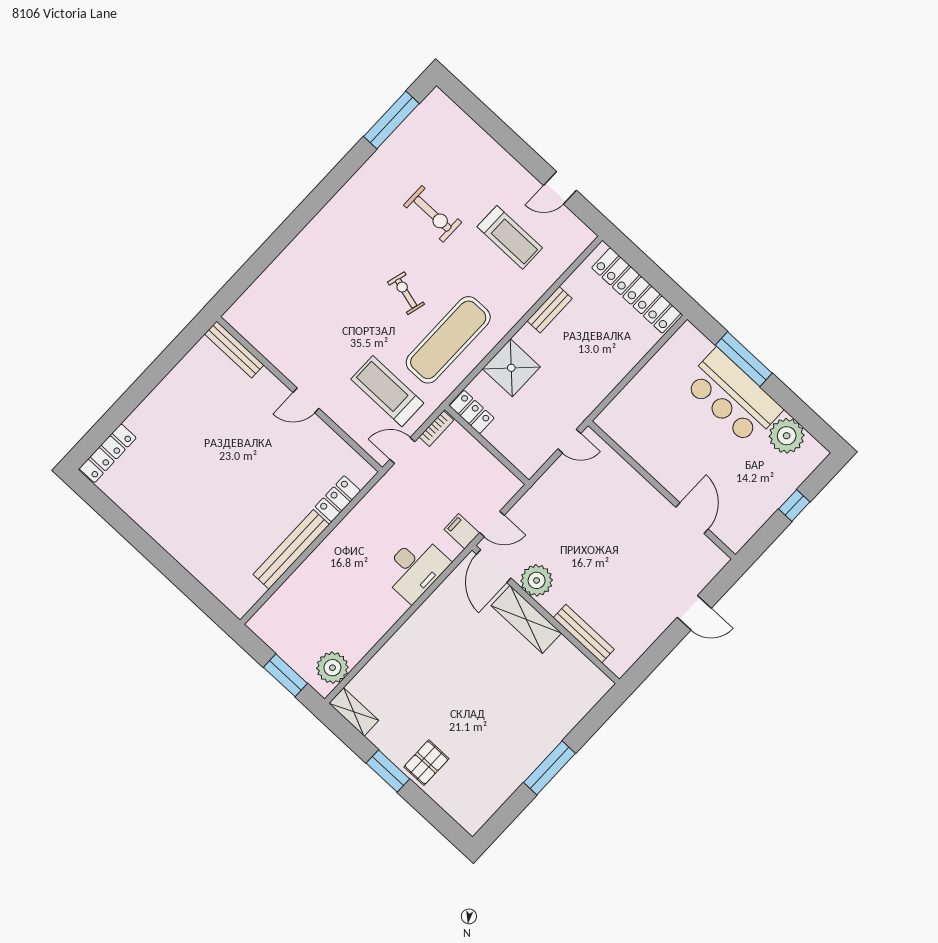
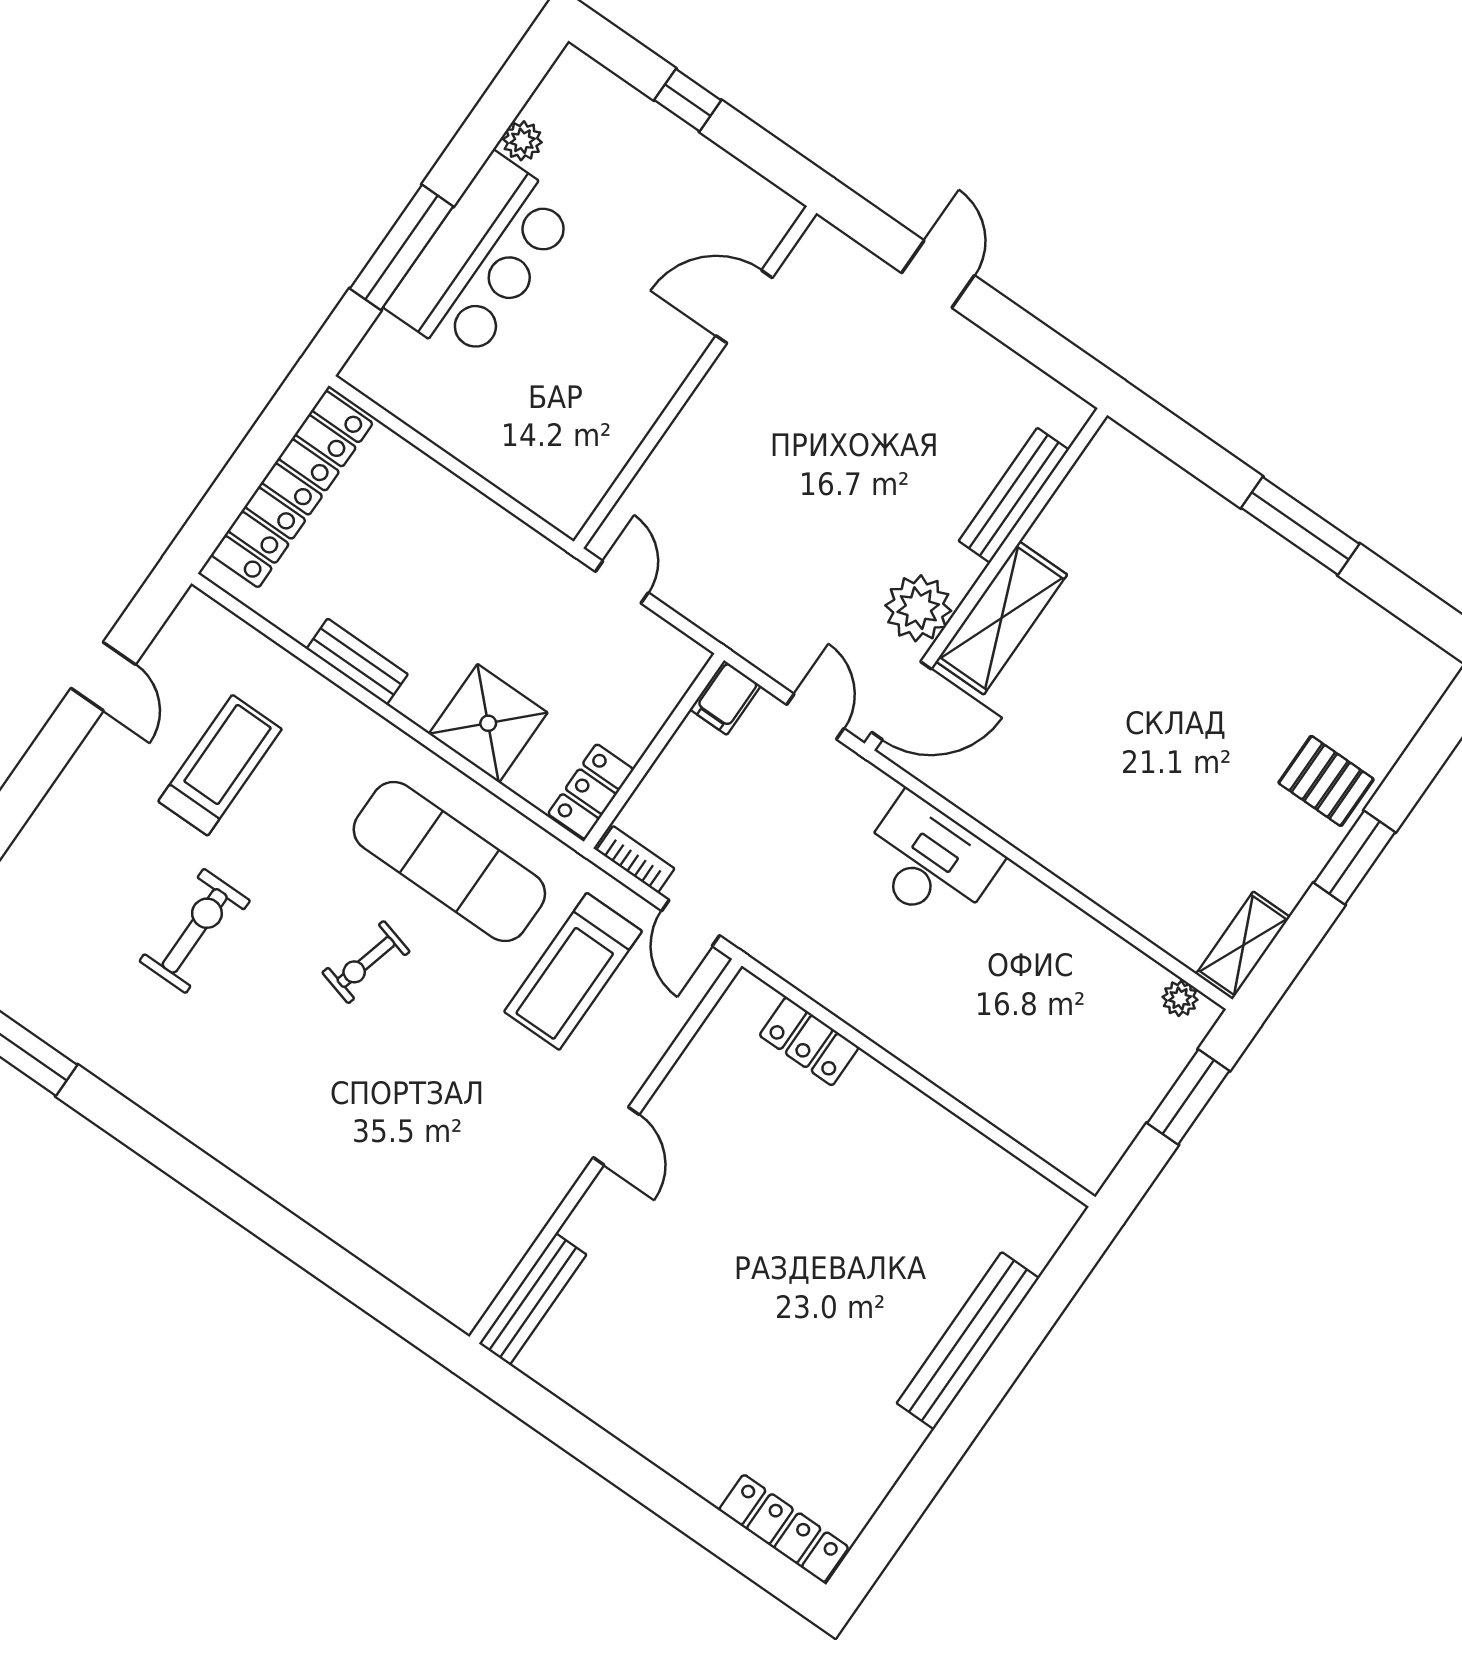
plant: (787, 436) -> (522, 141), width x0.53, depth x0.53
filing cabinet: (462, 531) -> (725, 698), moved
bench: (291, 549) -> (968, 1341), moved, turned 90
plant: (332, 668) -> (1180, 998), width x0.53, depth x0.53

